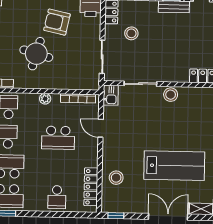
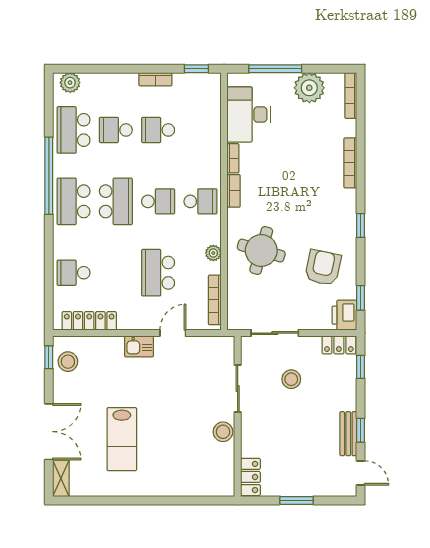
stool: (131, 33) -> (291, 379), moved
round table: (36, 54) -> (261, 251), moved
kitchen sink: (111, 95) -> (139, 346), moved
lab bench: (174, 166) -> (122, 439), width x0.73, depth x0.72
stool: (116, 178) -> (68, 362), moved

